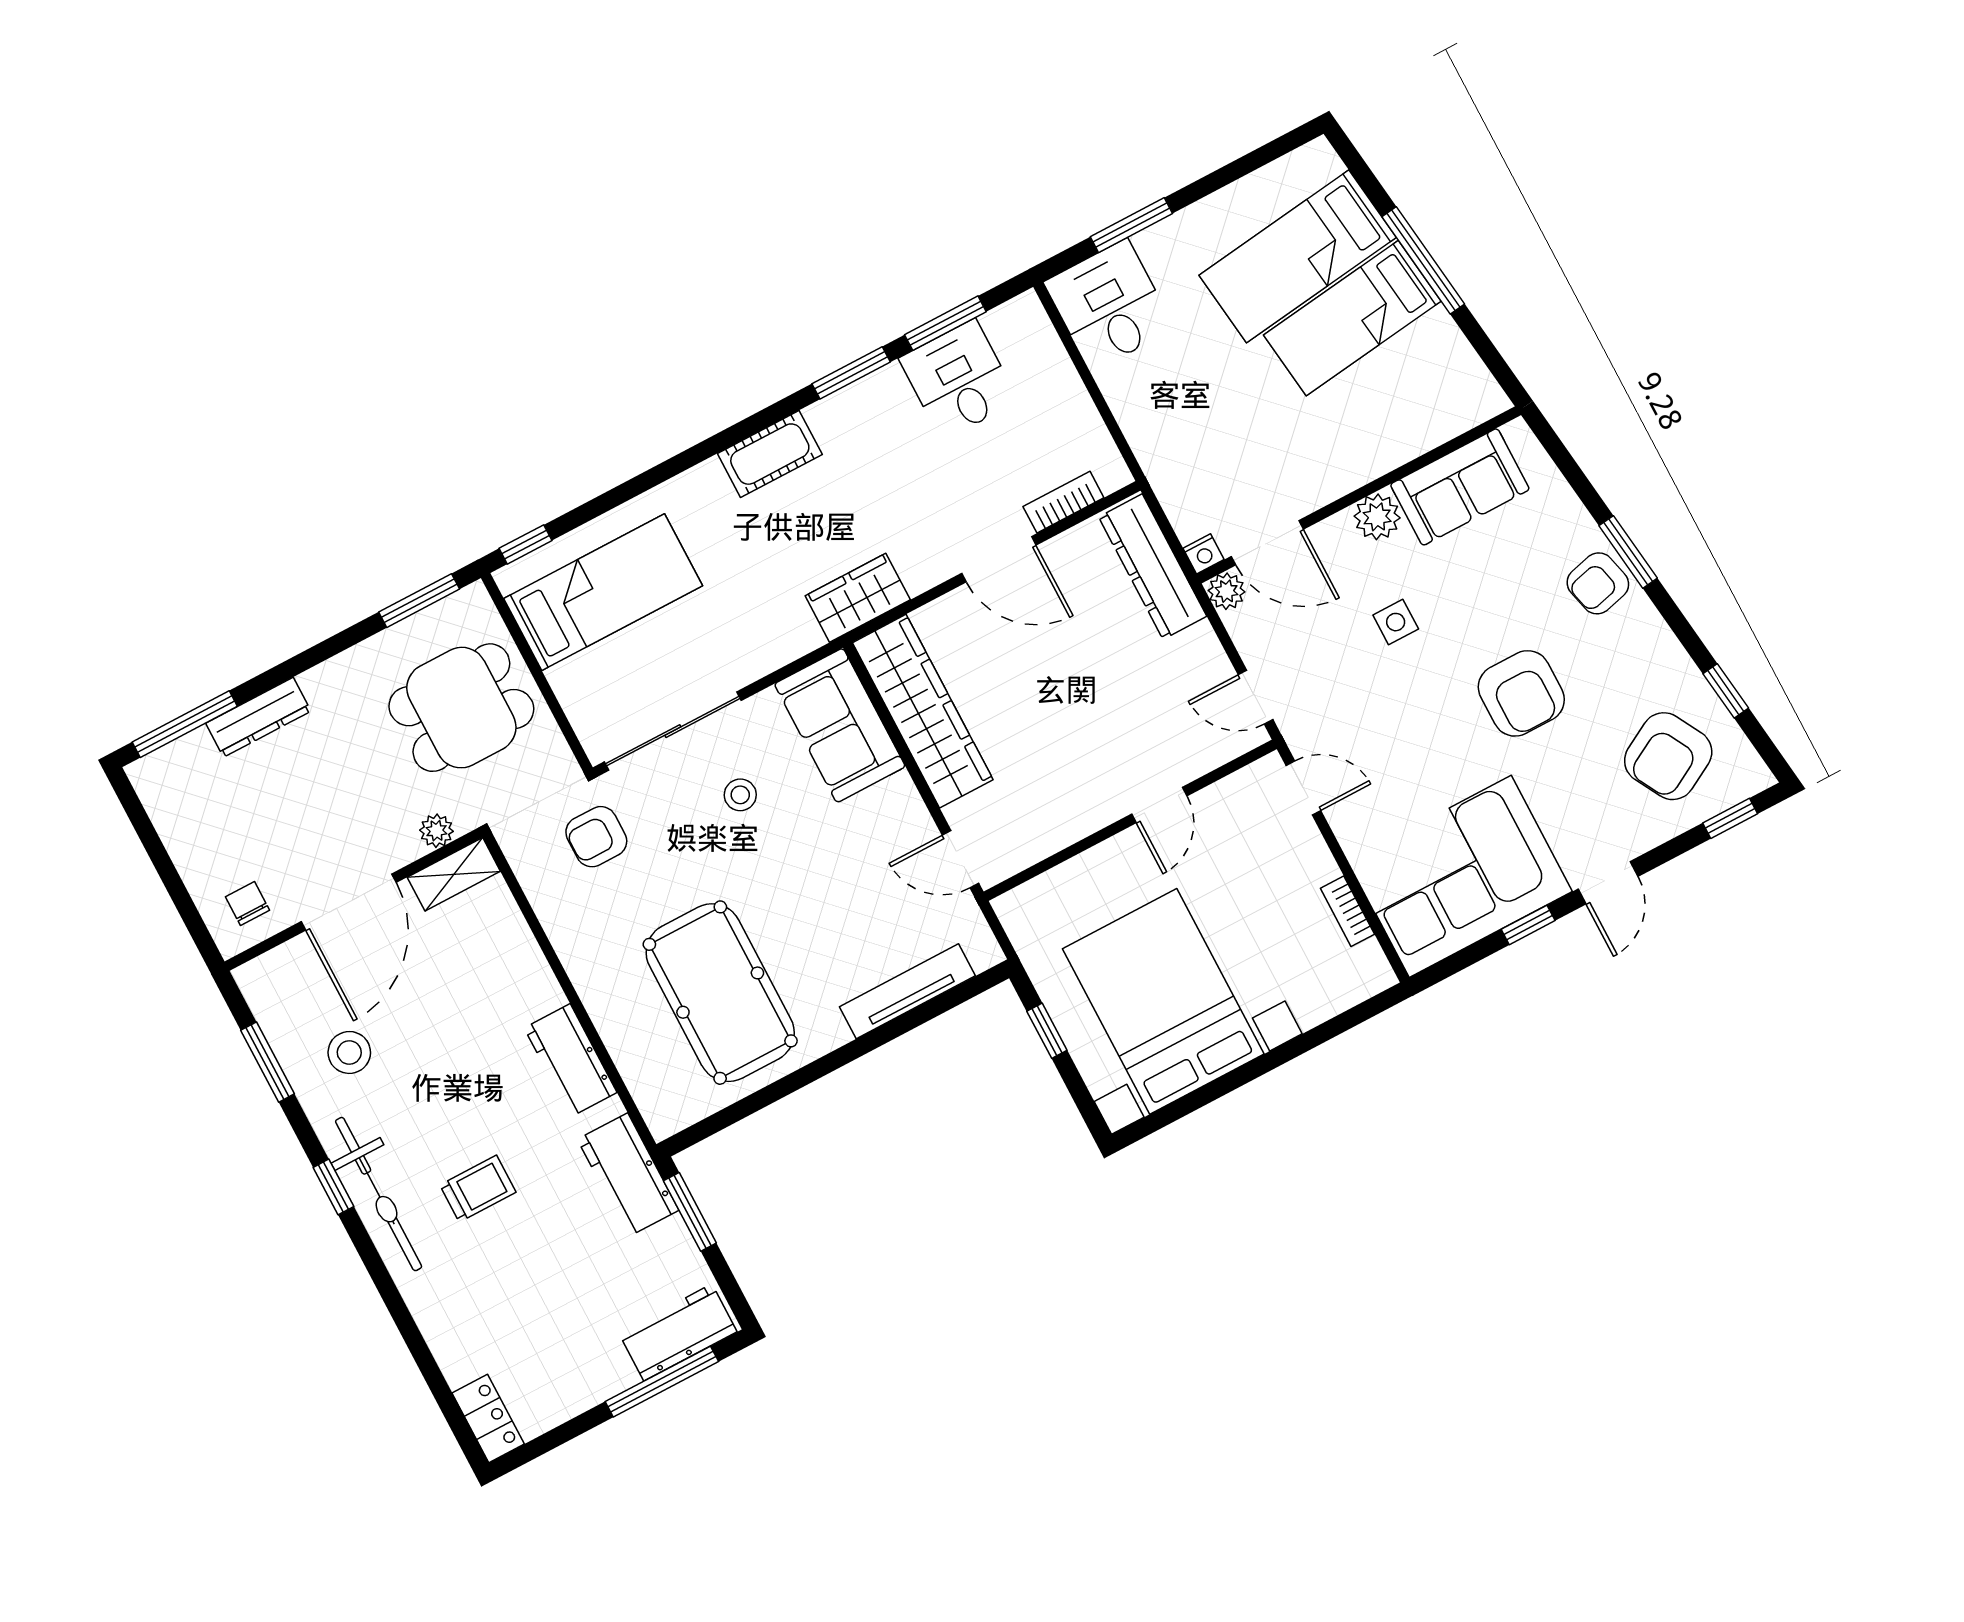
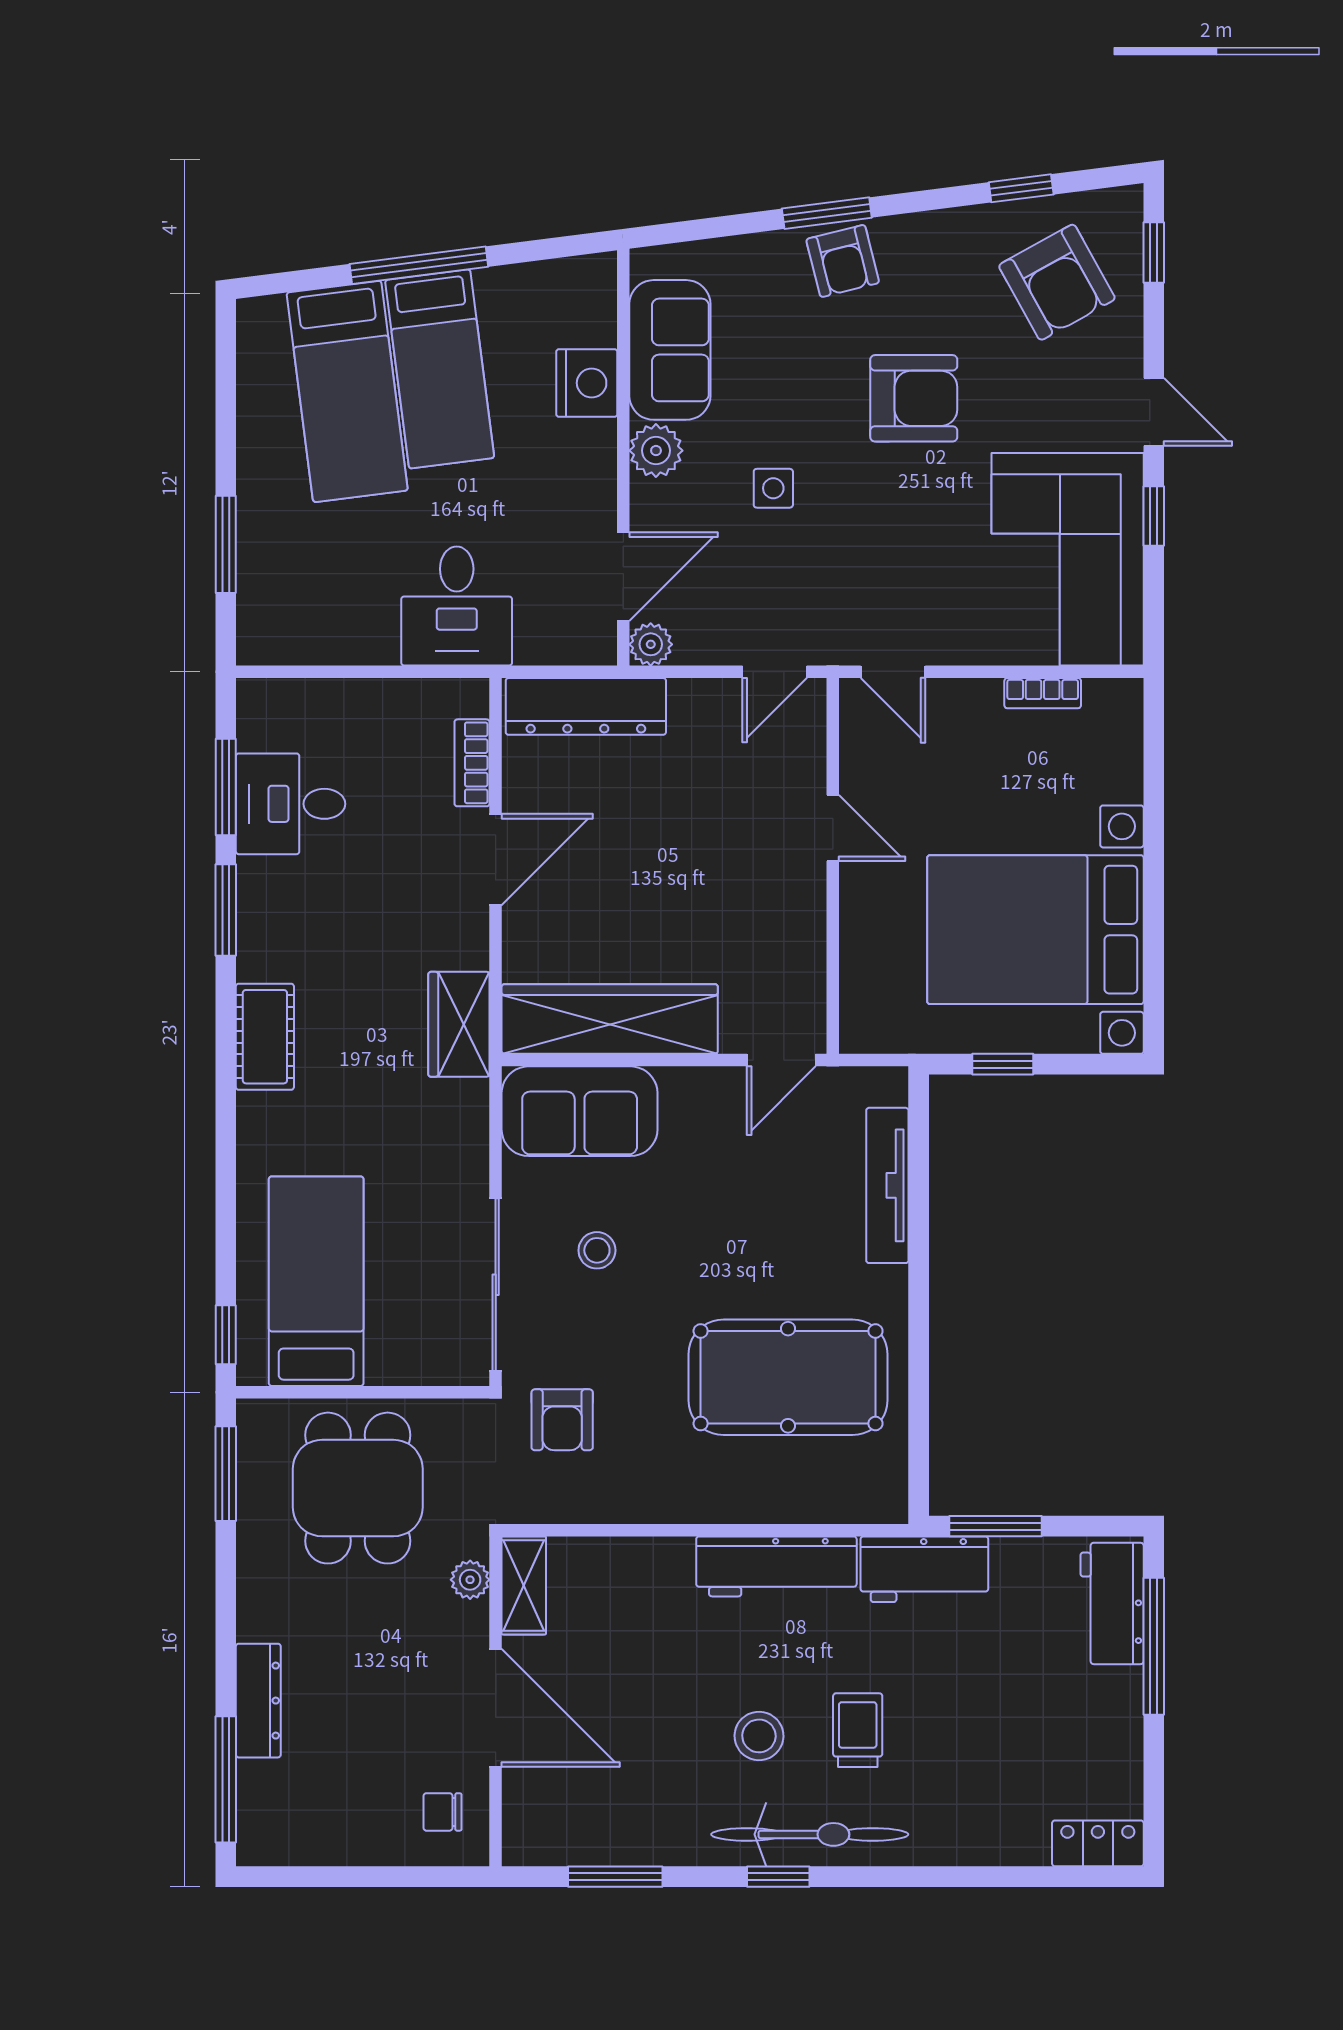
desk: (1109, 305) -> (457, 606), moved, turned -90
nightstand: (1204, 554) -> (587, 383), moved, width x1.89, depth x1.79
door: (1303, 788) -> (893, 672), swing flipped
stool: (349, 1052) -> (759, 1736), moved
workbench: (570, 1060) -> (776, 1566), width x1.38

